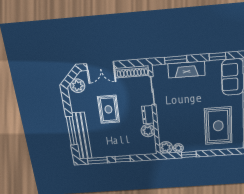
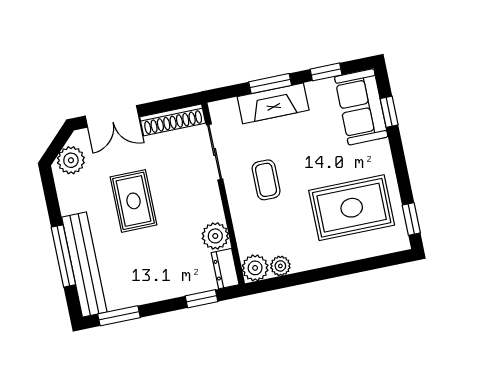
window: (176, 60) -> (270, 84), moved
coffee table: (177, 107) -> (266, 180), added
dresser: (148, 115) -> (225, 269), moved
rug: (218, 126) -> (352, 208), turned 90
window: (189, 154) -> (304, 278), removed
window: (123, 159) -> (202, 299), moved

